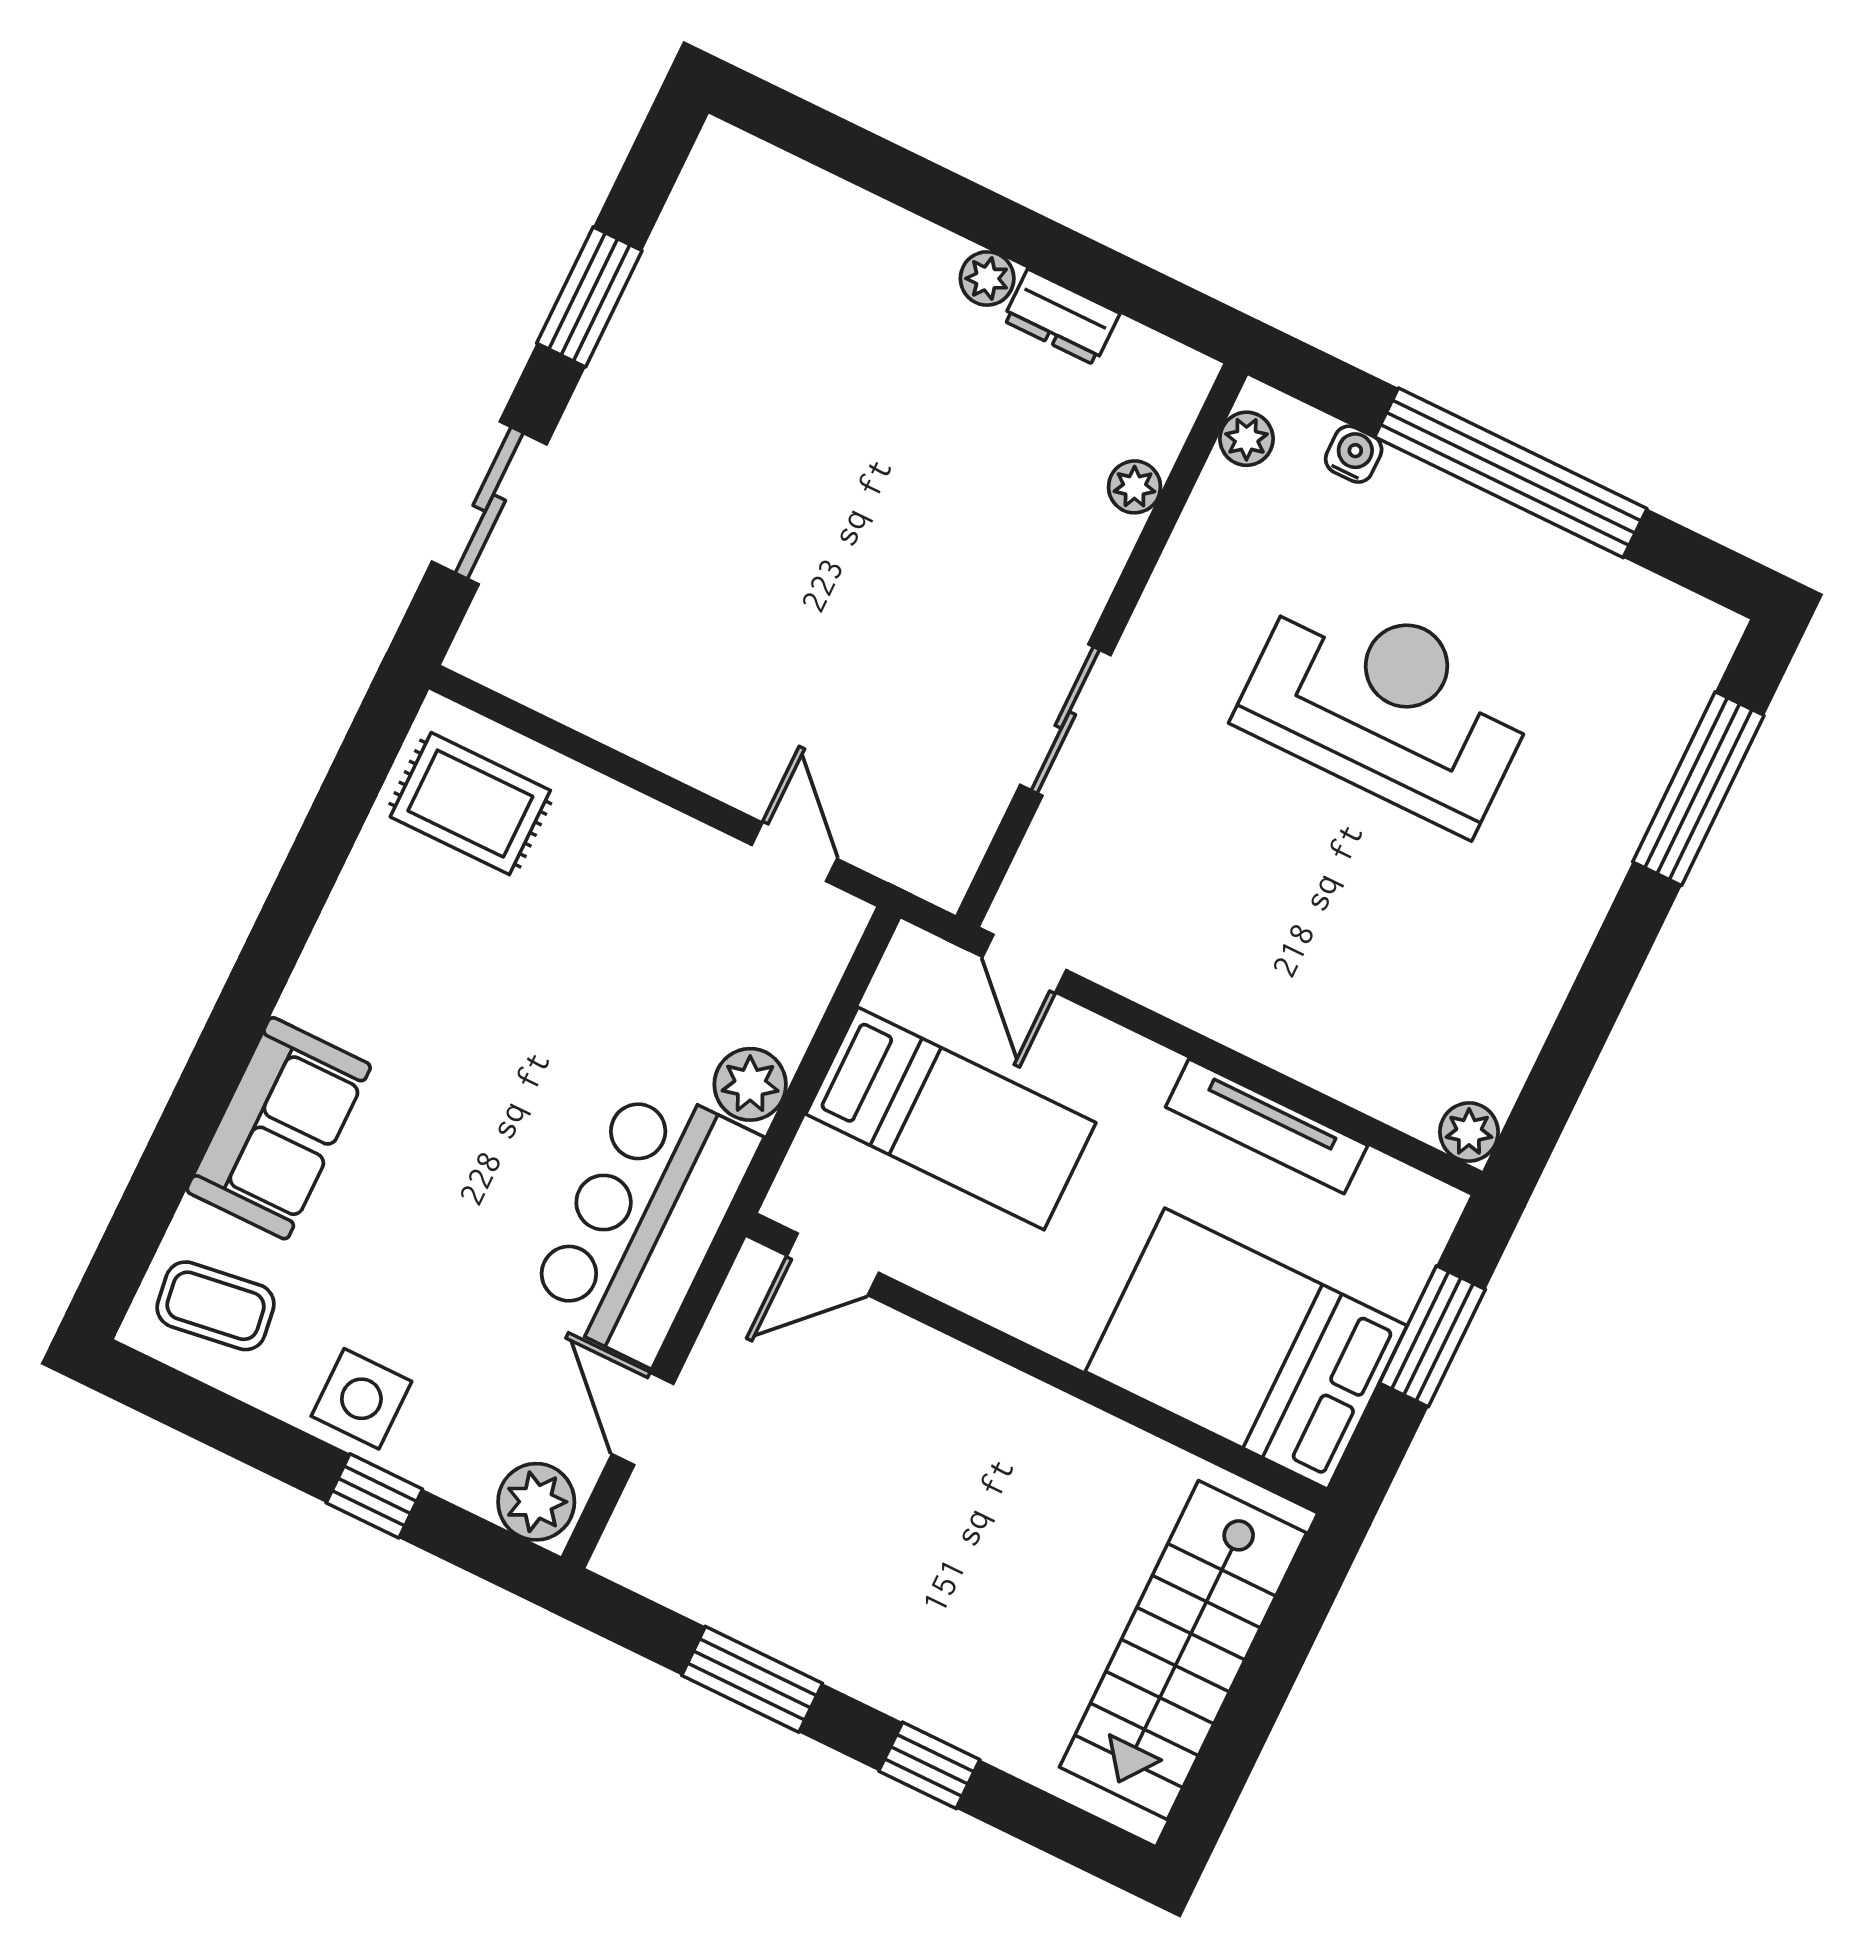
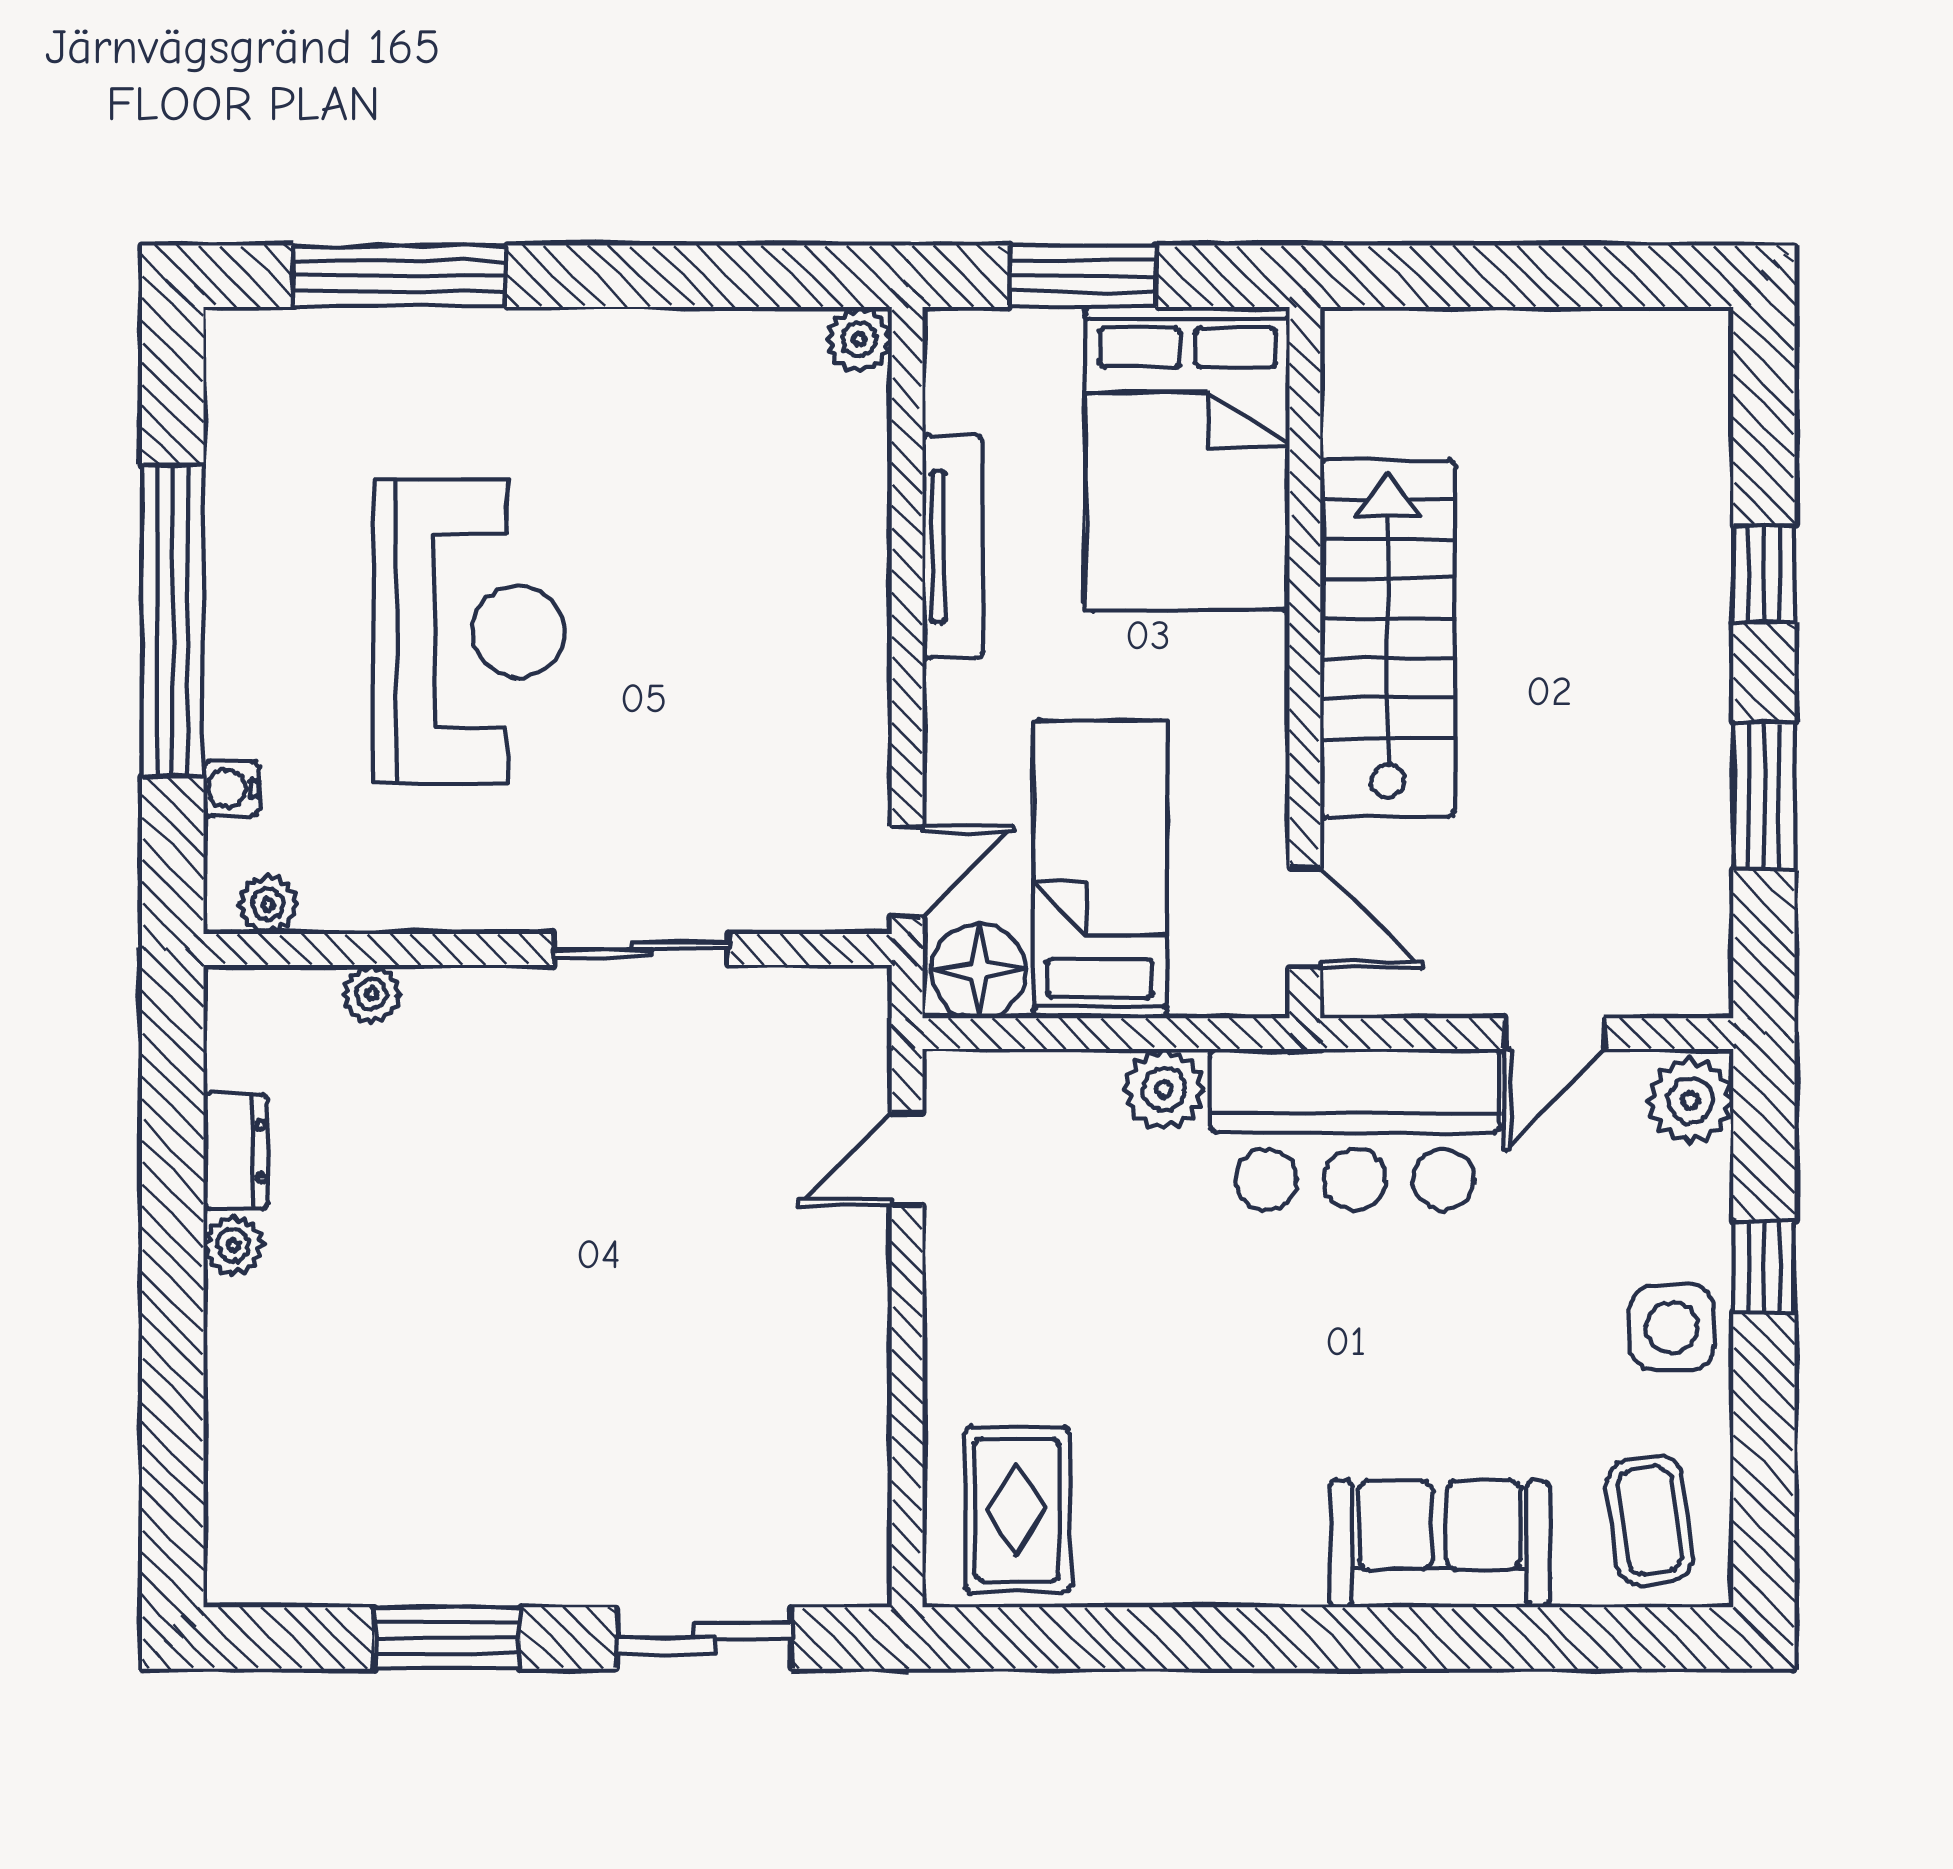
reception desk: (1387, 706) -> (469, 631), turned 180
floor lamp: (917, 982) -> (979, 971), added
stairs: (1183, 1650) -> (1388, 638), moved, turned -90

